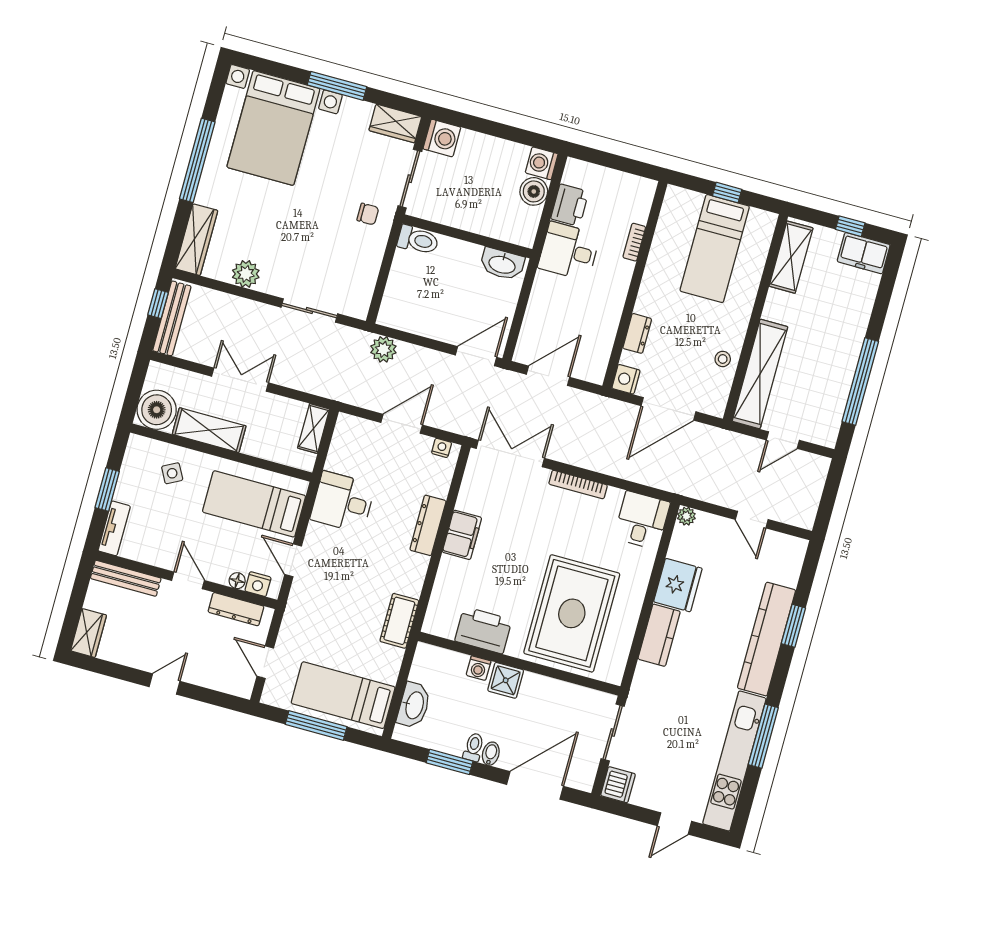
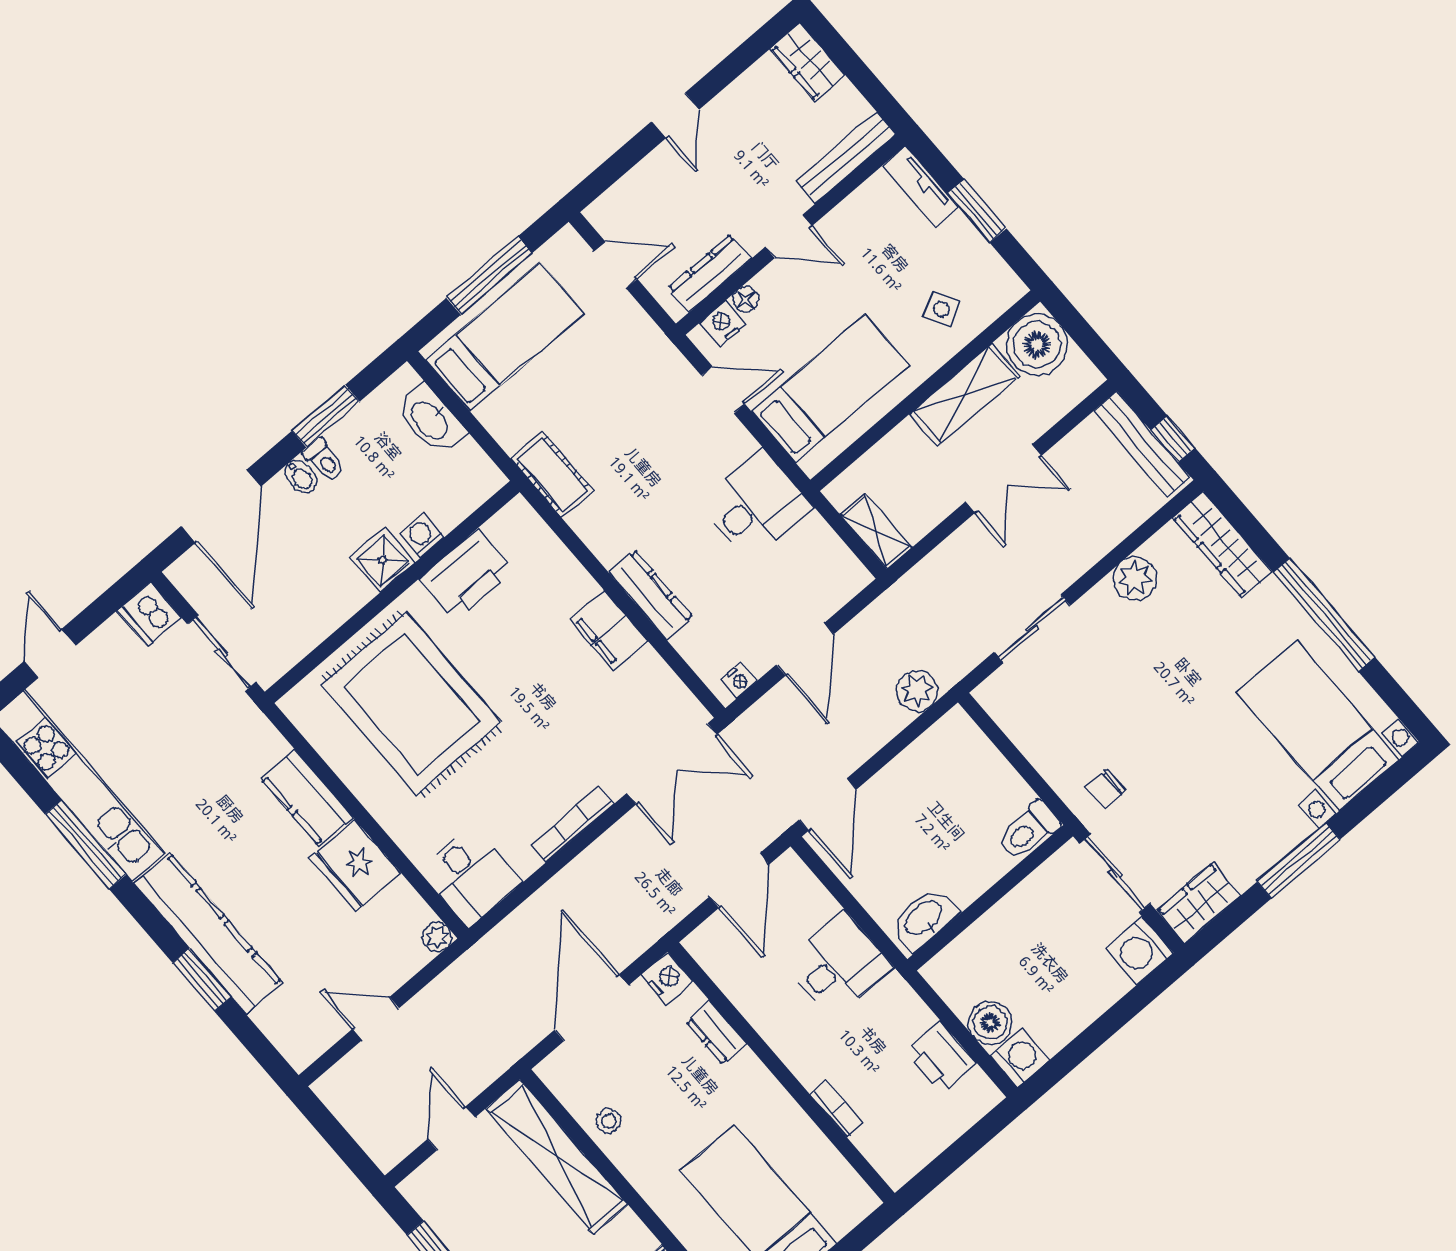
bed with nightstands: (273, 128) -> (1318, 726), width x0.73
desk: (569, 251) -> (838, 964), moved

